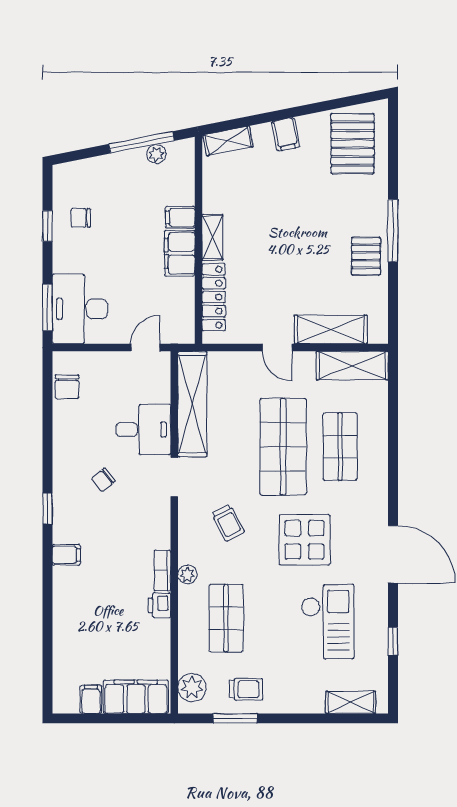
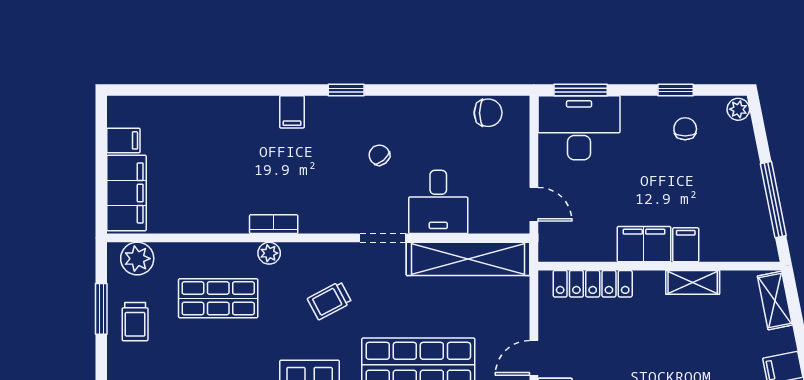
plant: (156, 154) -> (738, 109), moved
shelving: (212, 237) -> (693, 282), moved
chair: (67, 387) -> (488, 113), turned 180
printer: (159, 605) -> (233, 220), removed

